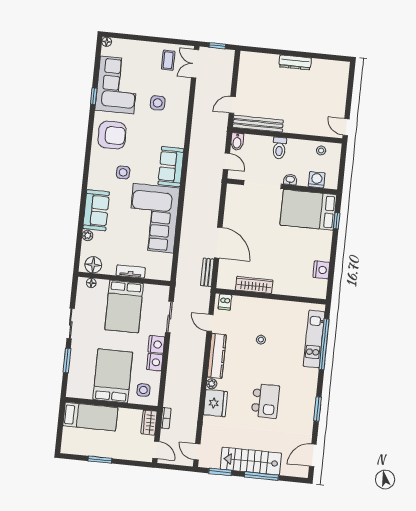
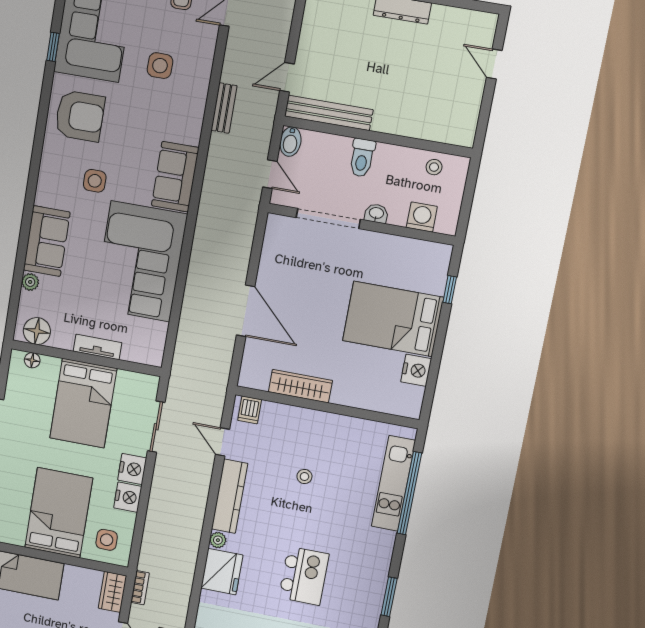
door: (346, 127) -> (494, 64), moved
bed: (308, 210) -> (393, 319), moved
bench: (207, 272) -> (224, 108), moved

